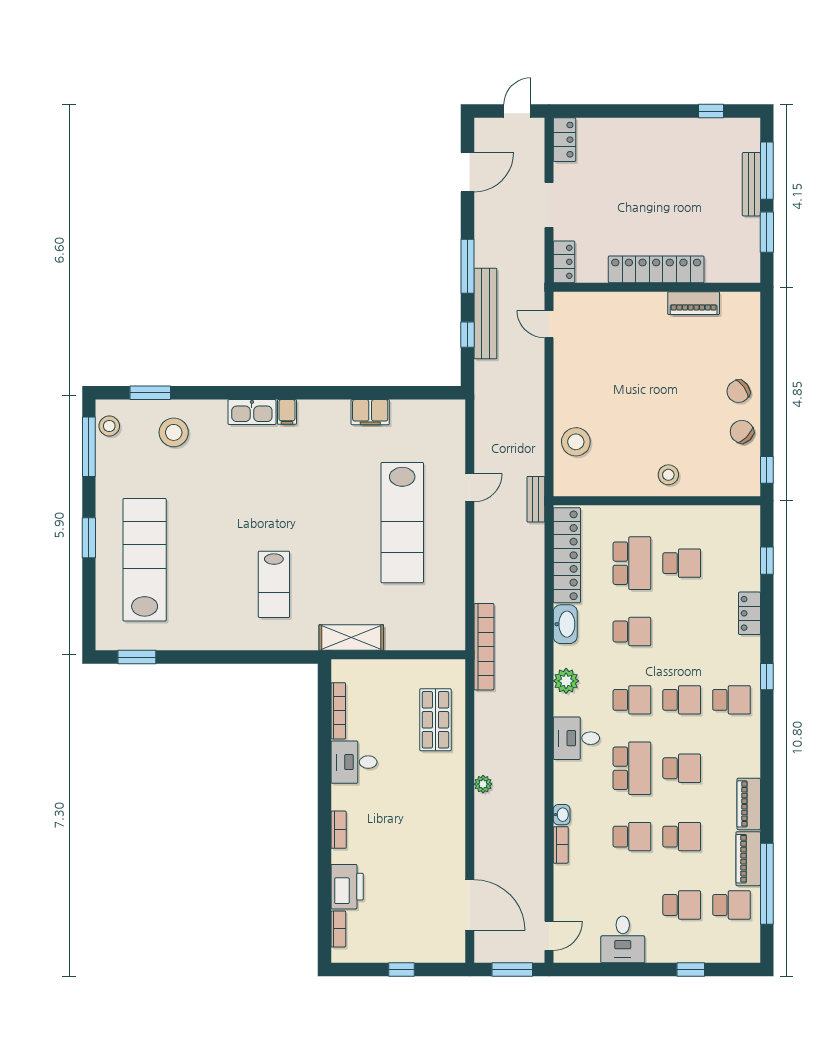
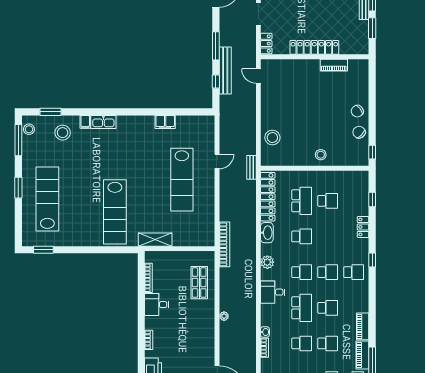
filing cabinet: (287, 412) -> (85, 122), moved
lab bench: (274, 584) -> (115, 212), width x1.86, depth x1.39

